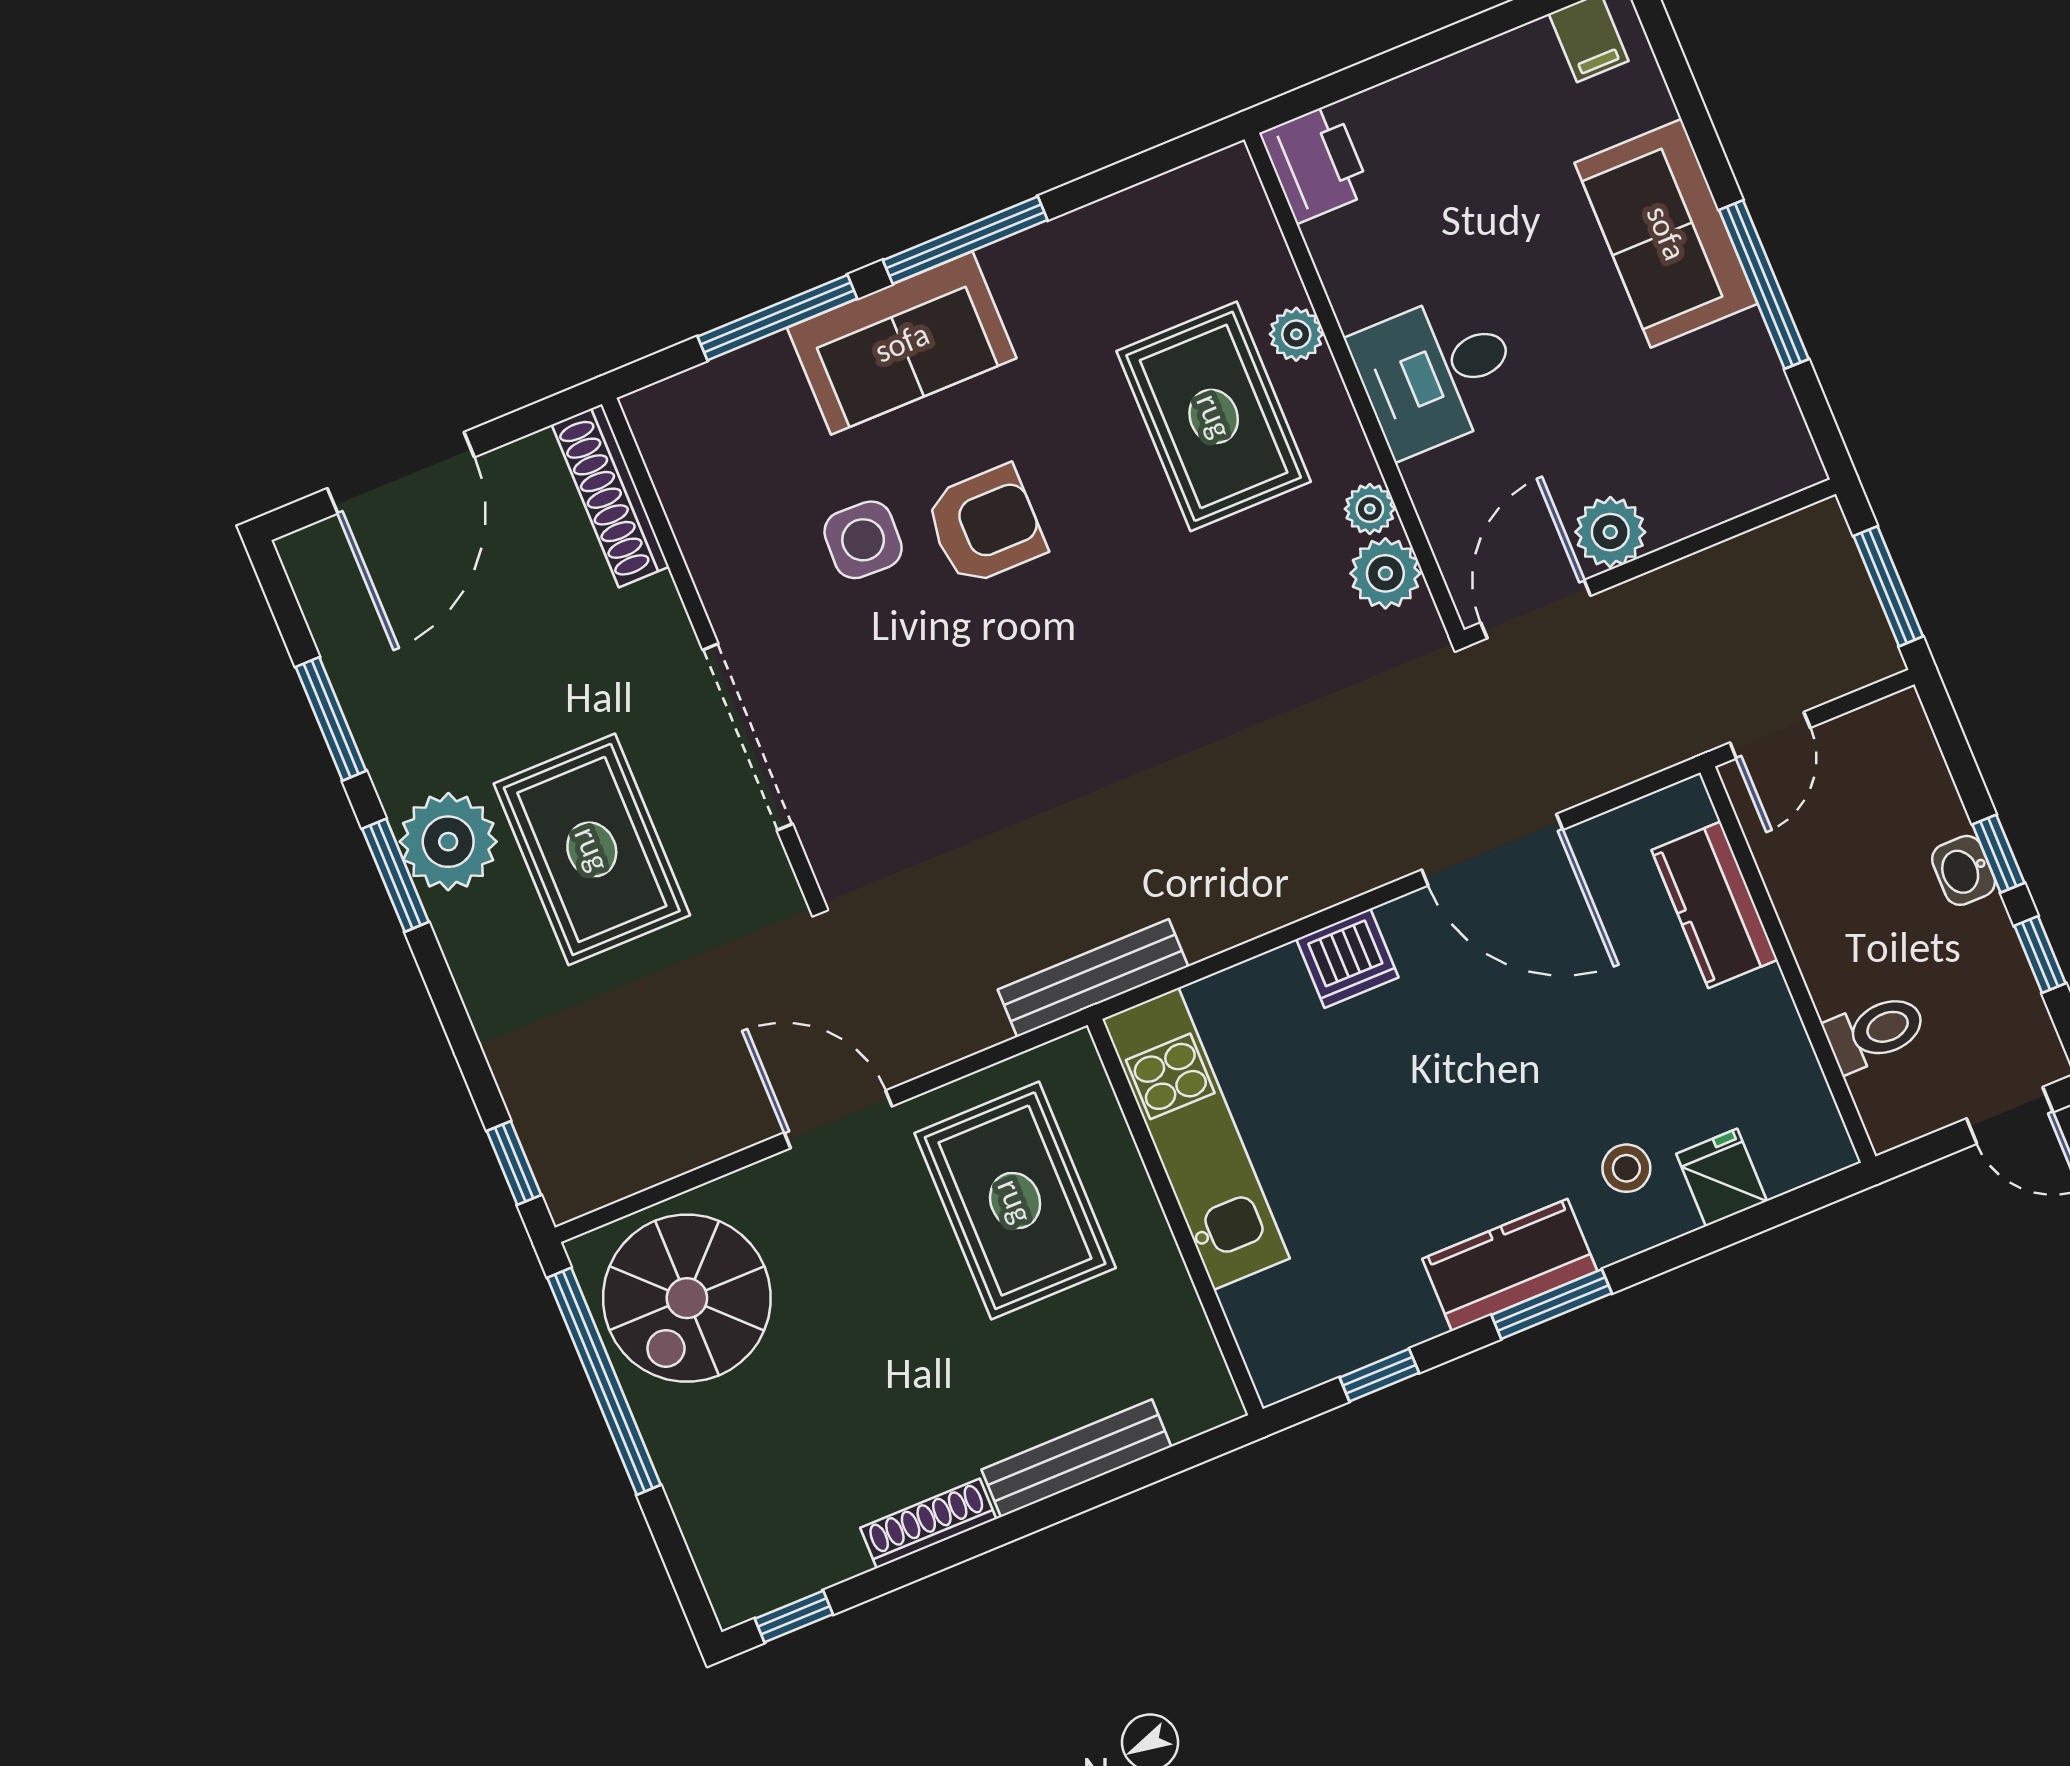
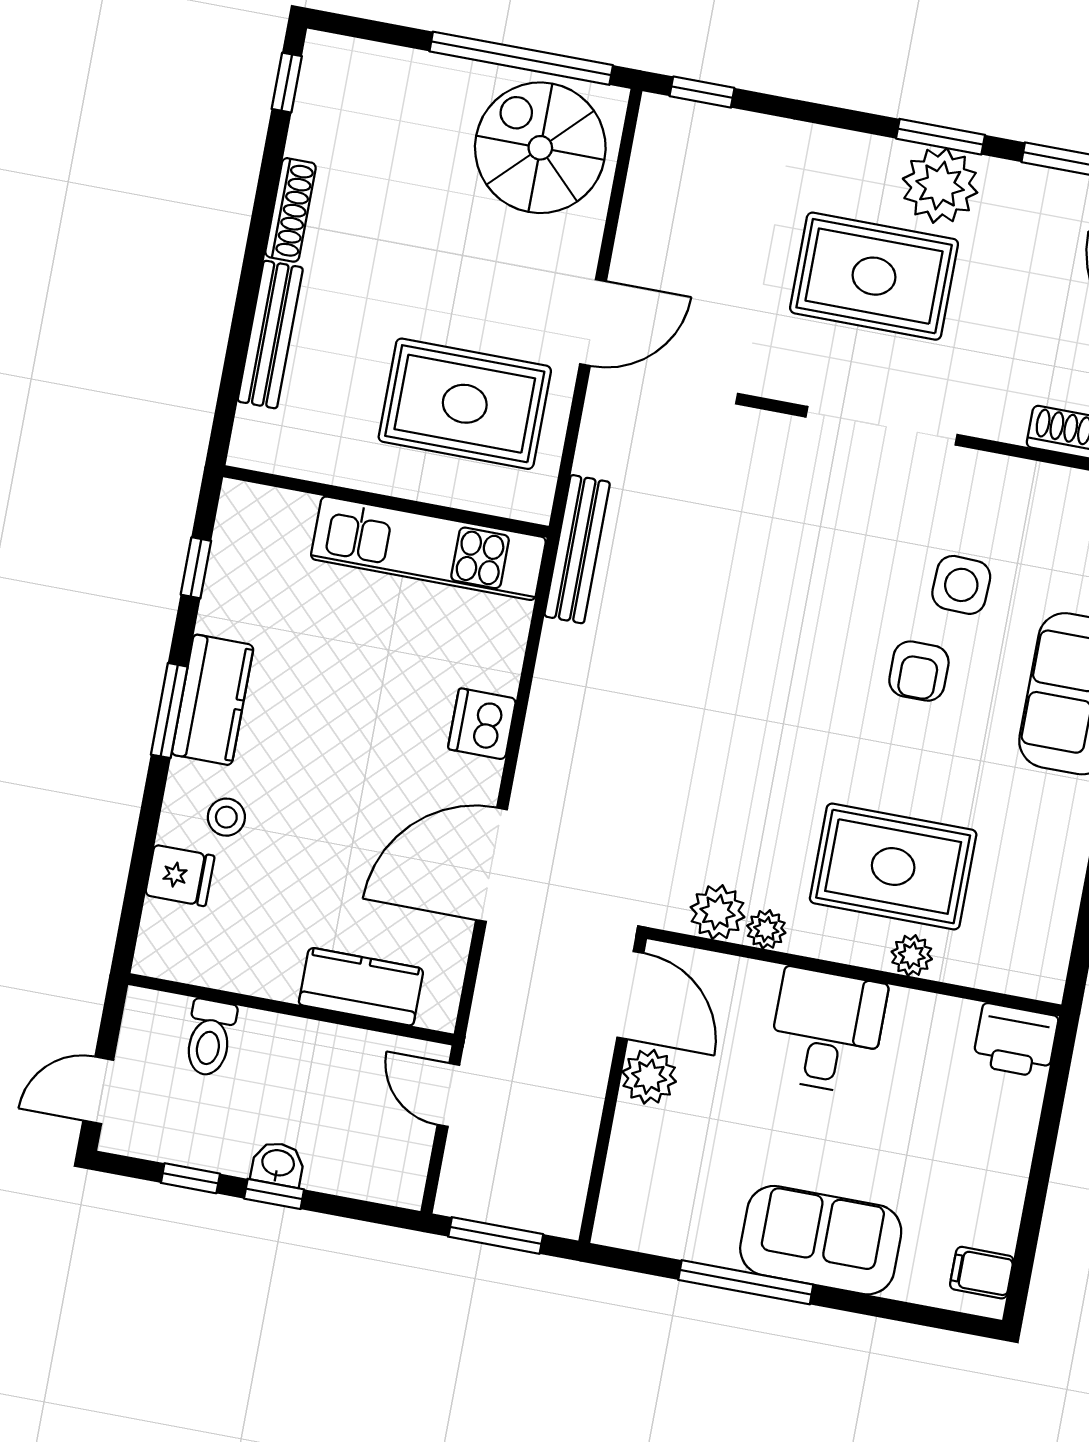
armchair: (985, 525) -> (919, 671), width x0.72, depth x0.72

